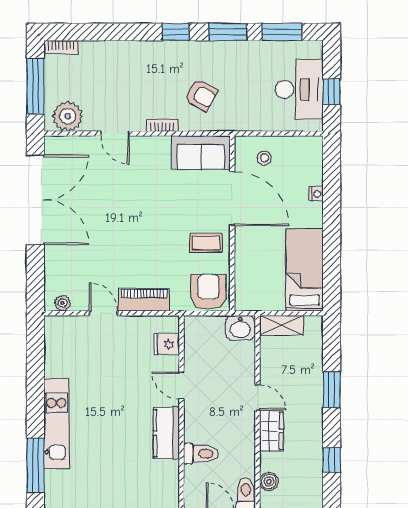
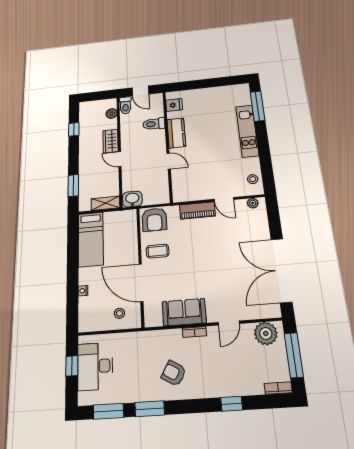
window: (176, 32) -> (232, 404), moved
armchair: (201, 95) -> (174, 373), moved
door: (115, 134) -> (229, 323), swing flipped
sofa: (201, 153) -> (184, 312), moved
stool: (58, 341) -> (253, 179), added
fridge: (167, 344) -> (174, 105), moved
window: (332, 390) -> (73, 185), moved

